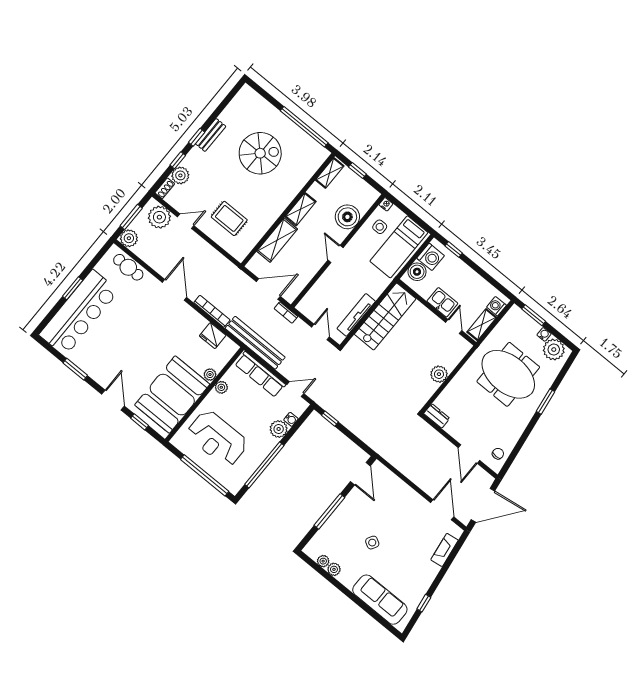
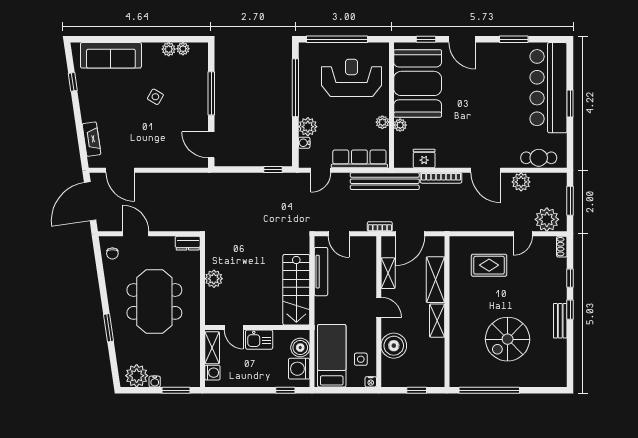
shelving: (330, 173) -> (388, 273), moved
plant: (180, 175) -> (558, 268), removed
plant: (129, 238) -> (521, 182), moved
meeting table: (508, 374) -> (154, 301), moved, turned 90

